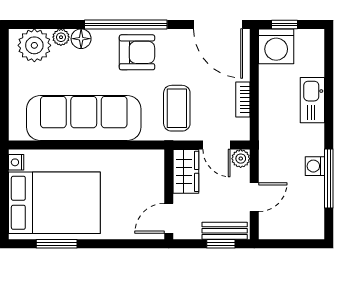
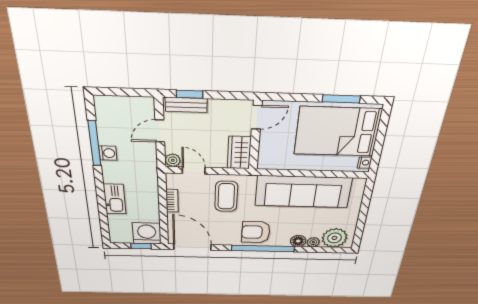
wardrobe: (186, 171) -> (239, 153), moved
wall: (169, 194) -> (255, 136), moved
door: (169, 218) -> (257, 117), moved

